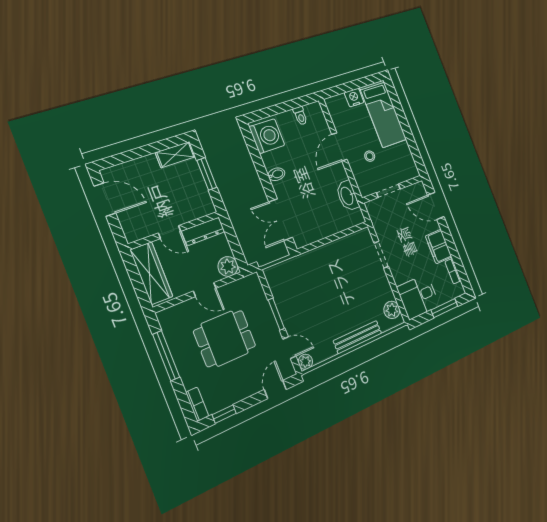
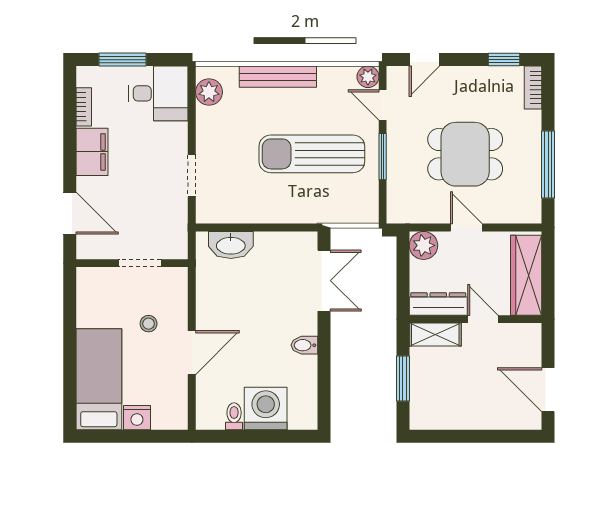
washing machine: (267, 136) -> (266, 409), moved, turned 90
shelving: (175, 155) -> (435, 335), moved
washbasin: (347, 196) -> (231, 245), moved, turned 90
sun lounger: (319, 297) -> (312, 154), added

